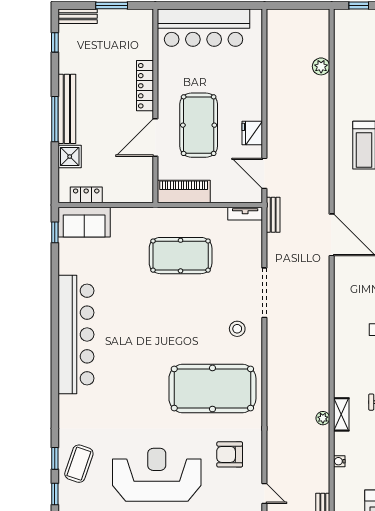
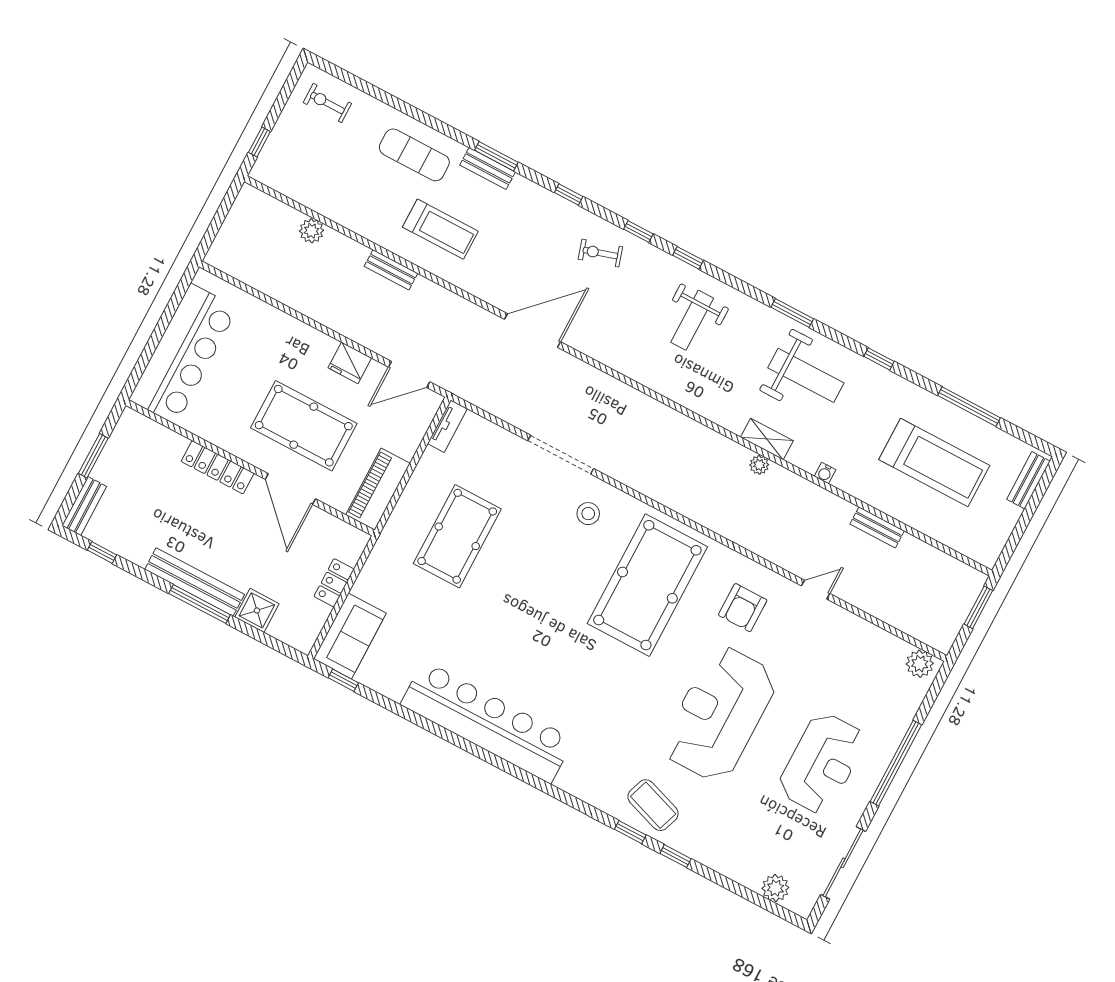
locker: (86, 195) -> (334, 583), moved
bench: (273, 215) -> (391, 270), moved

